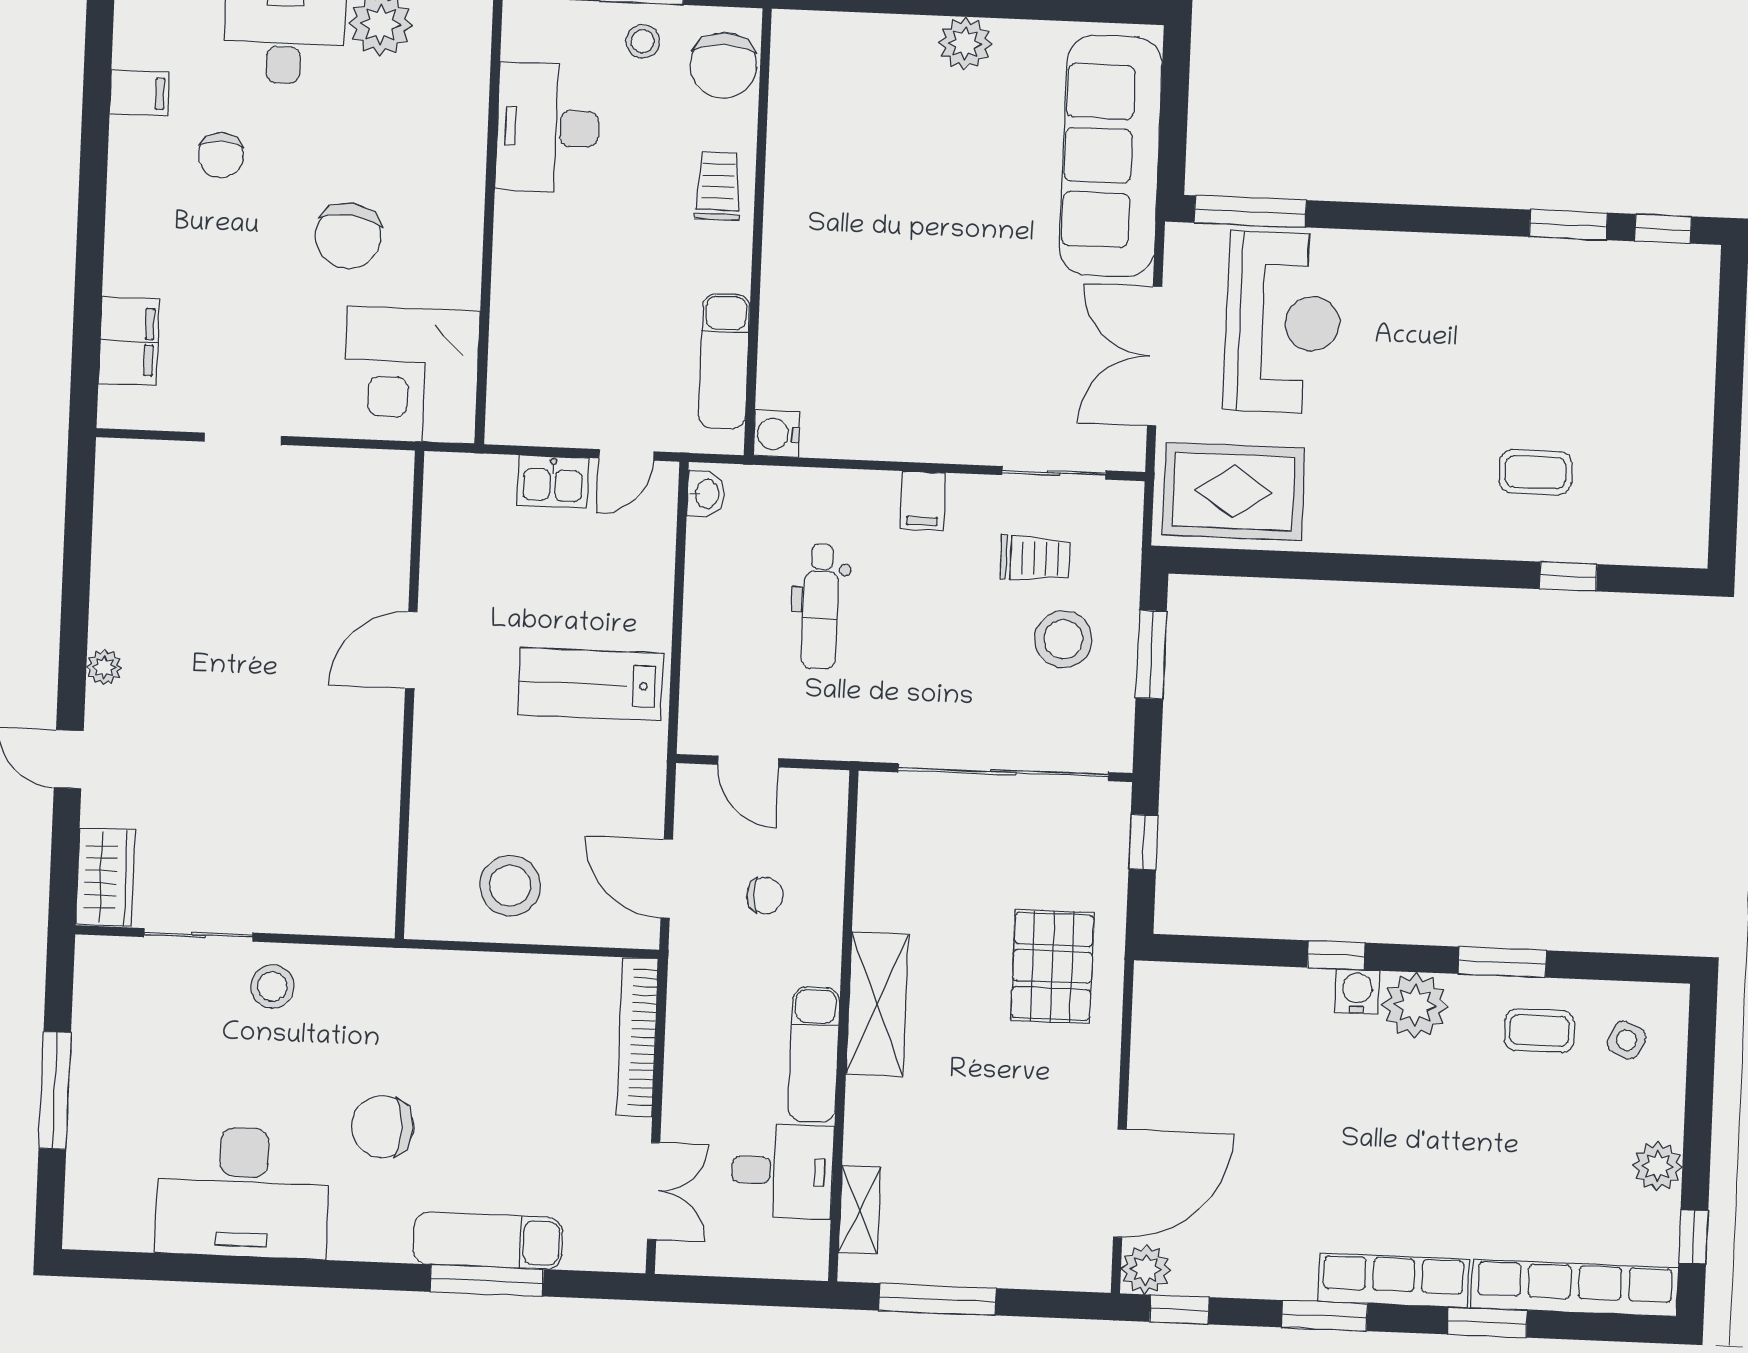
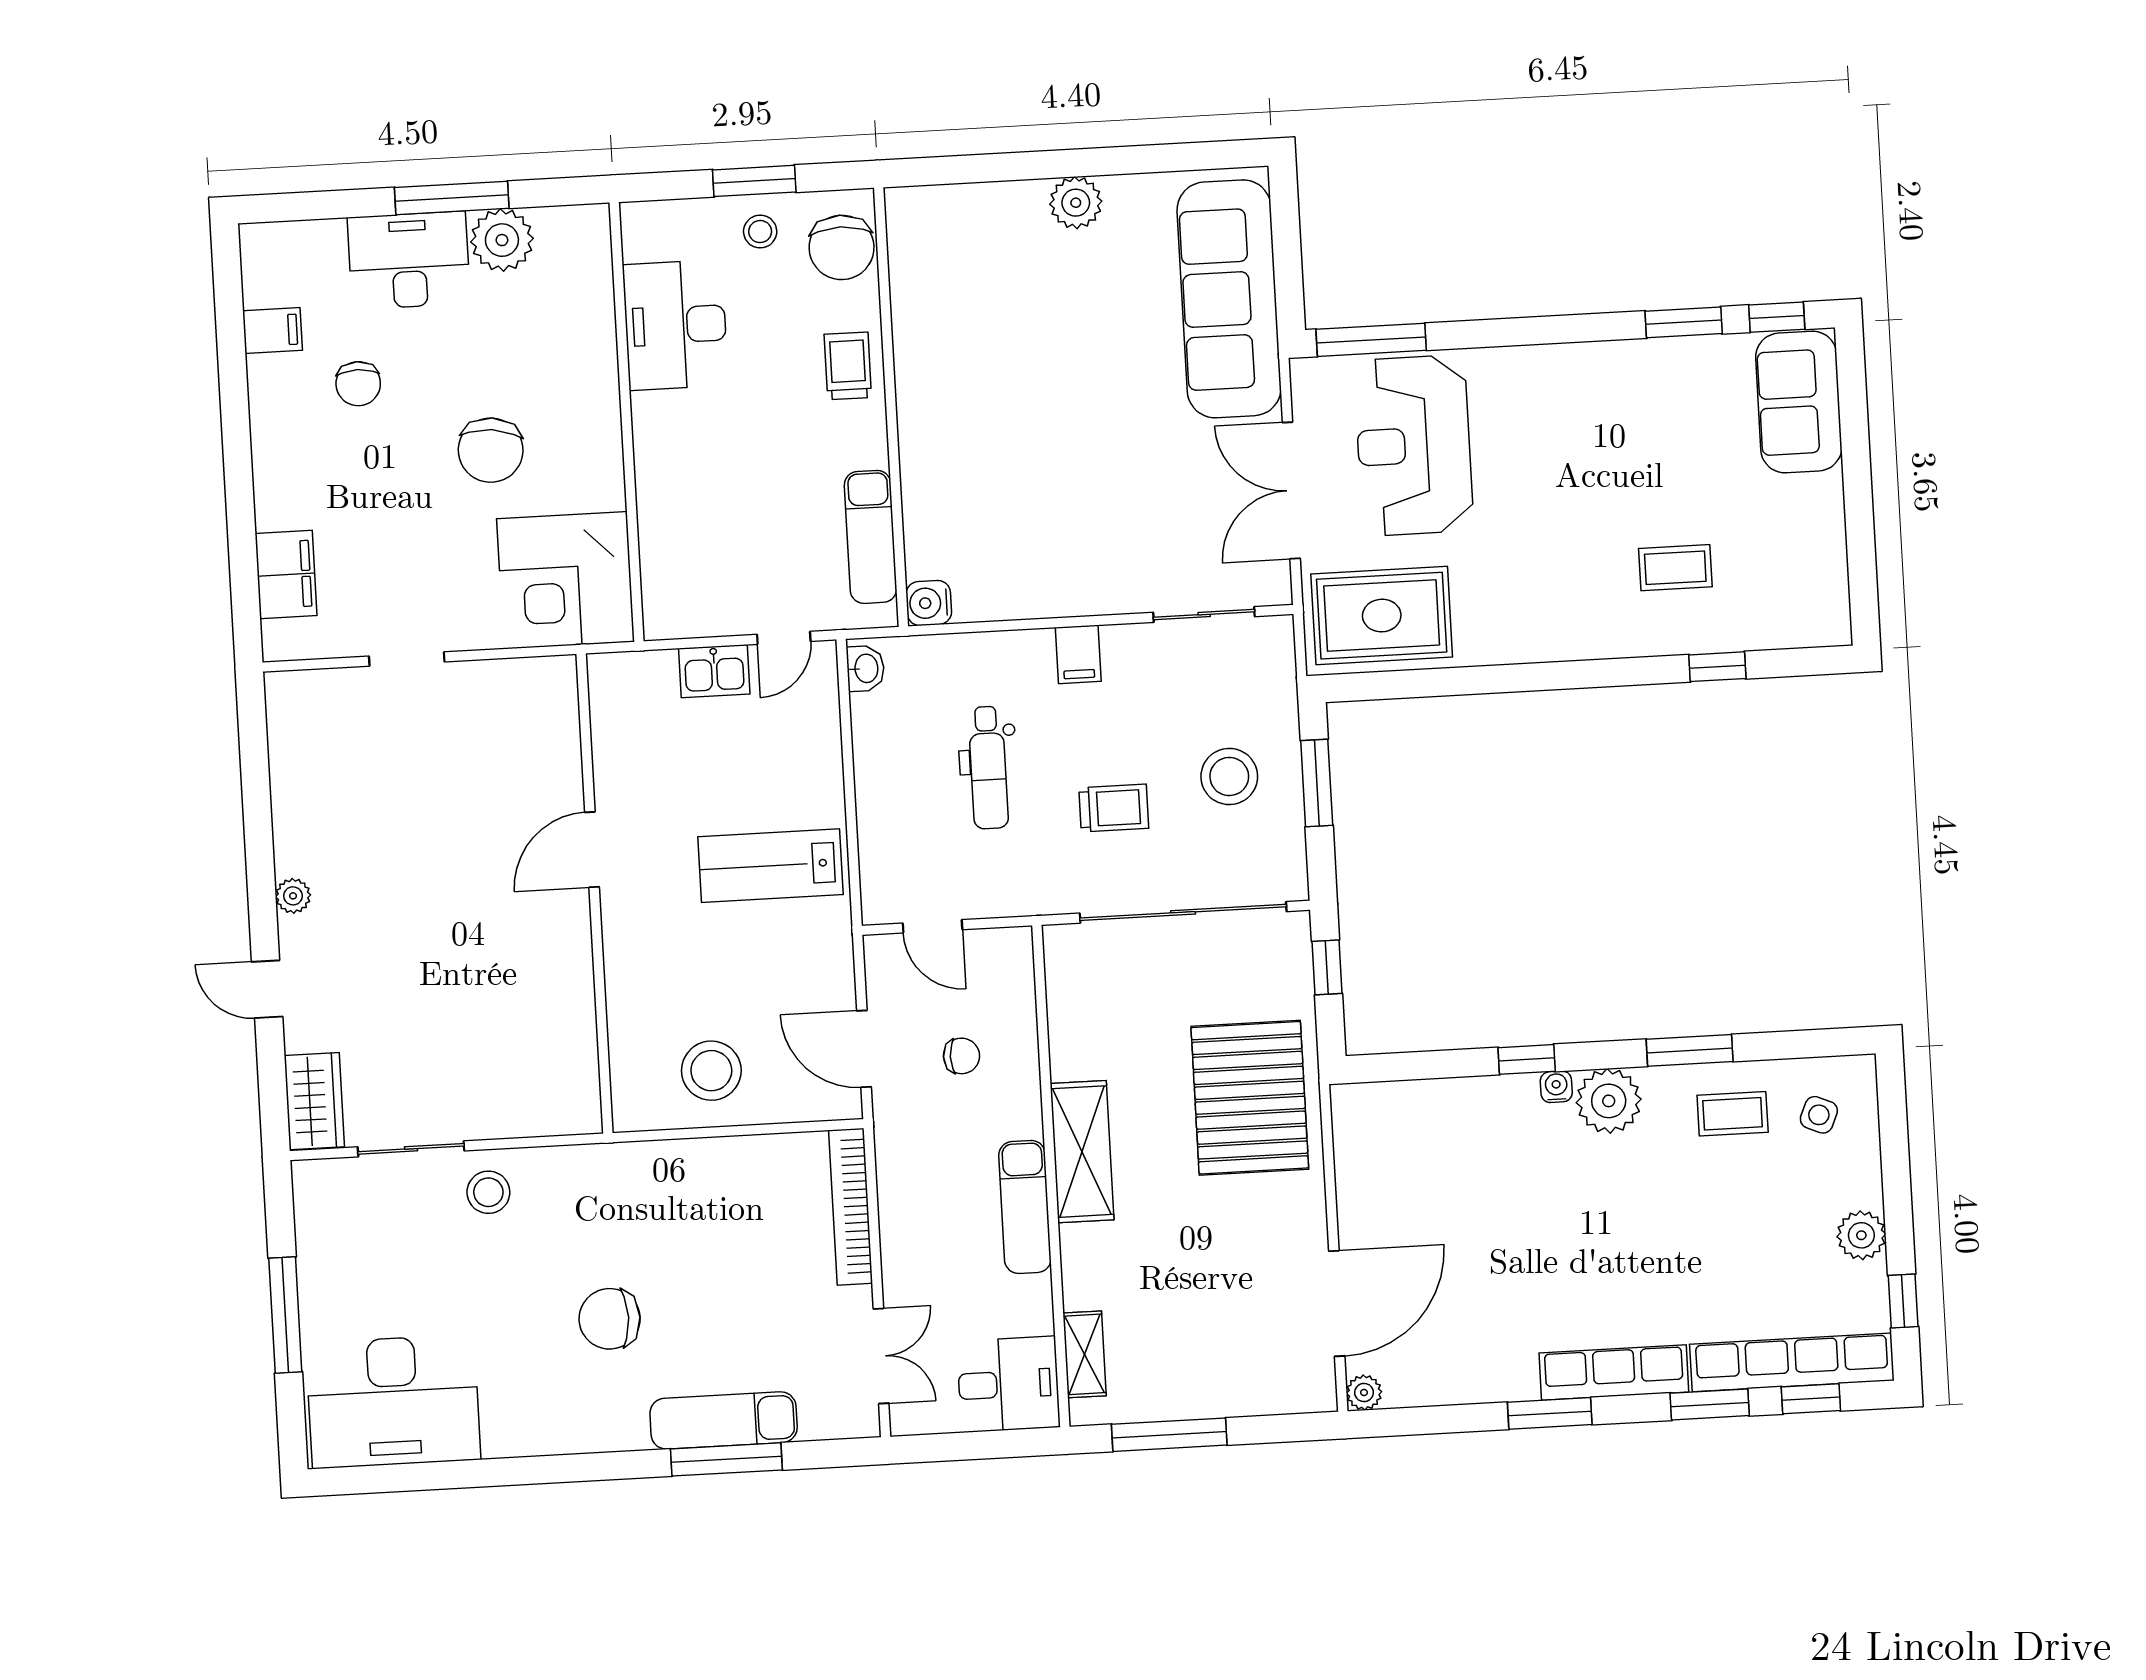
sofa: (1677, 317) -> (1799, 402), added
reception desk: (1283, 323) -> (1414, 445), turned 180
trolley: (1035, 558) -> (1114, 808), moved
pallet: (1052, 966) -> (1250, 1098), width x1.37, depth x1.41
water cooler: (1357, 992) -> (1556, 1087), width x0.72, depth x0.72
desk: (782, 1171) -> (1008, 1384), moved
desk: (243, 1192) -> (393, 1401), moved
plant: (1146, 1270) -> (1364, 1393), width x0.73, depth x0.73
window: (1179, 1309) -> (1811, 1399), moved

